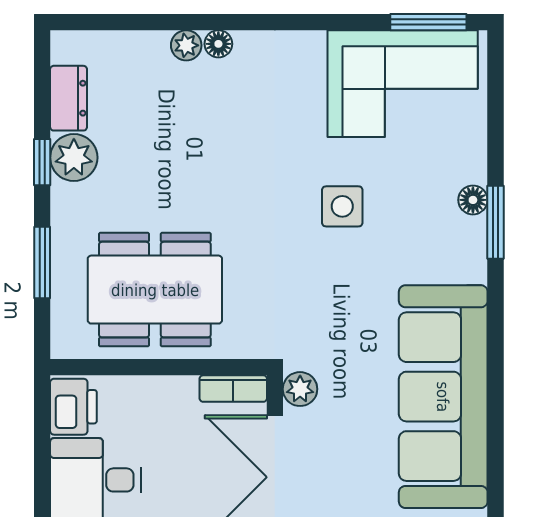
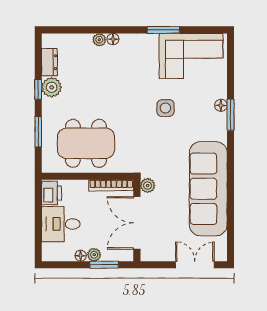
window: (428, 22) -> (163, 30), moved
bookcase: (233, 389) -> (111, 185), width x1.56

